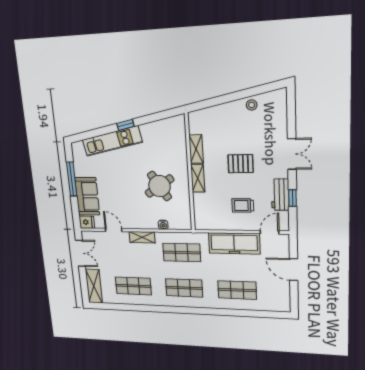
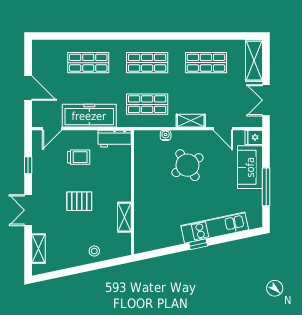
stool: (252, 105) -> (94, 251), moved
shelving: (198, 178) -> (38, 249), moved
round table: (159, 186) -> (187, 165), moved
workbench: (280, 195) -> (115, 139), moved, turned 90

